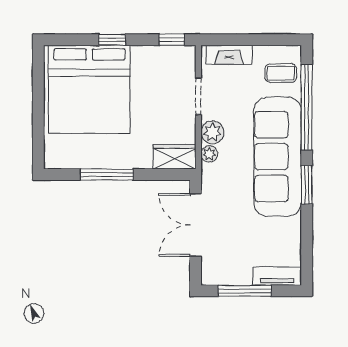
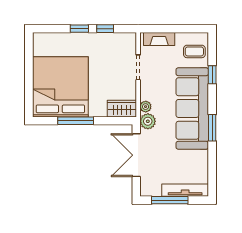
window: (172, 40) -> (105, 29), moved
bed: (89, 89) -> (60, 87), moved, turned 180
window: (307, 107) -> (212, 75), width x0.32
plant: (212, 132) -> (148, 121), moved
tv unit: (277, 276) -> (185, 190), width x1.41

